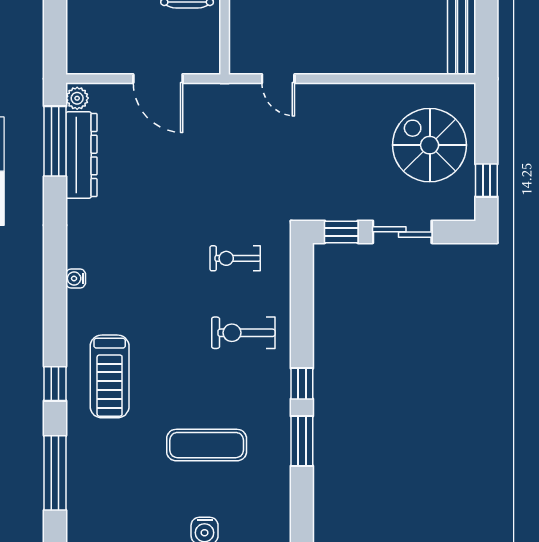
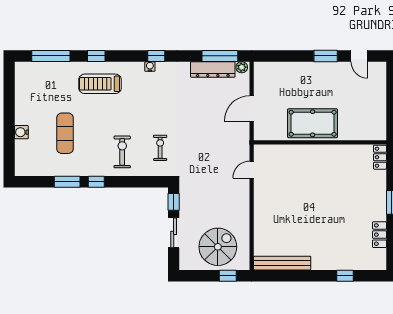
window: (486, 180) -> (228, 276), moved
window: (55, 266) -> (156, 56), added

